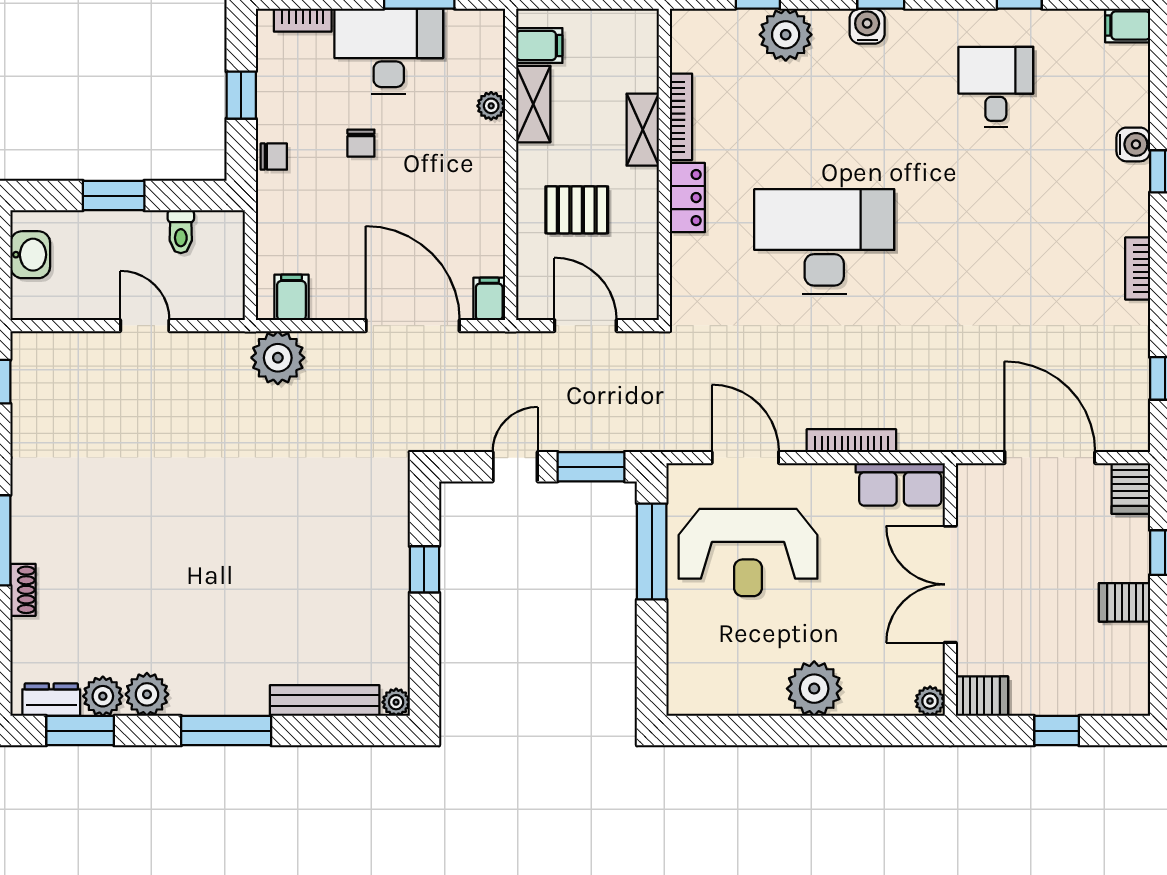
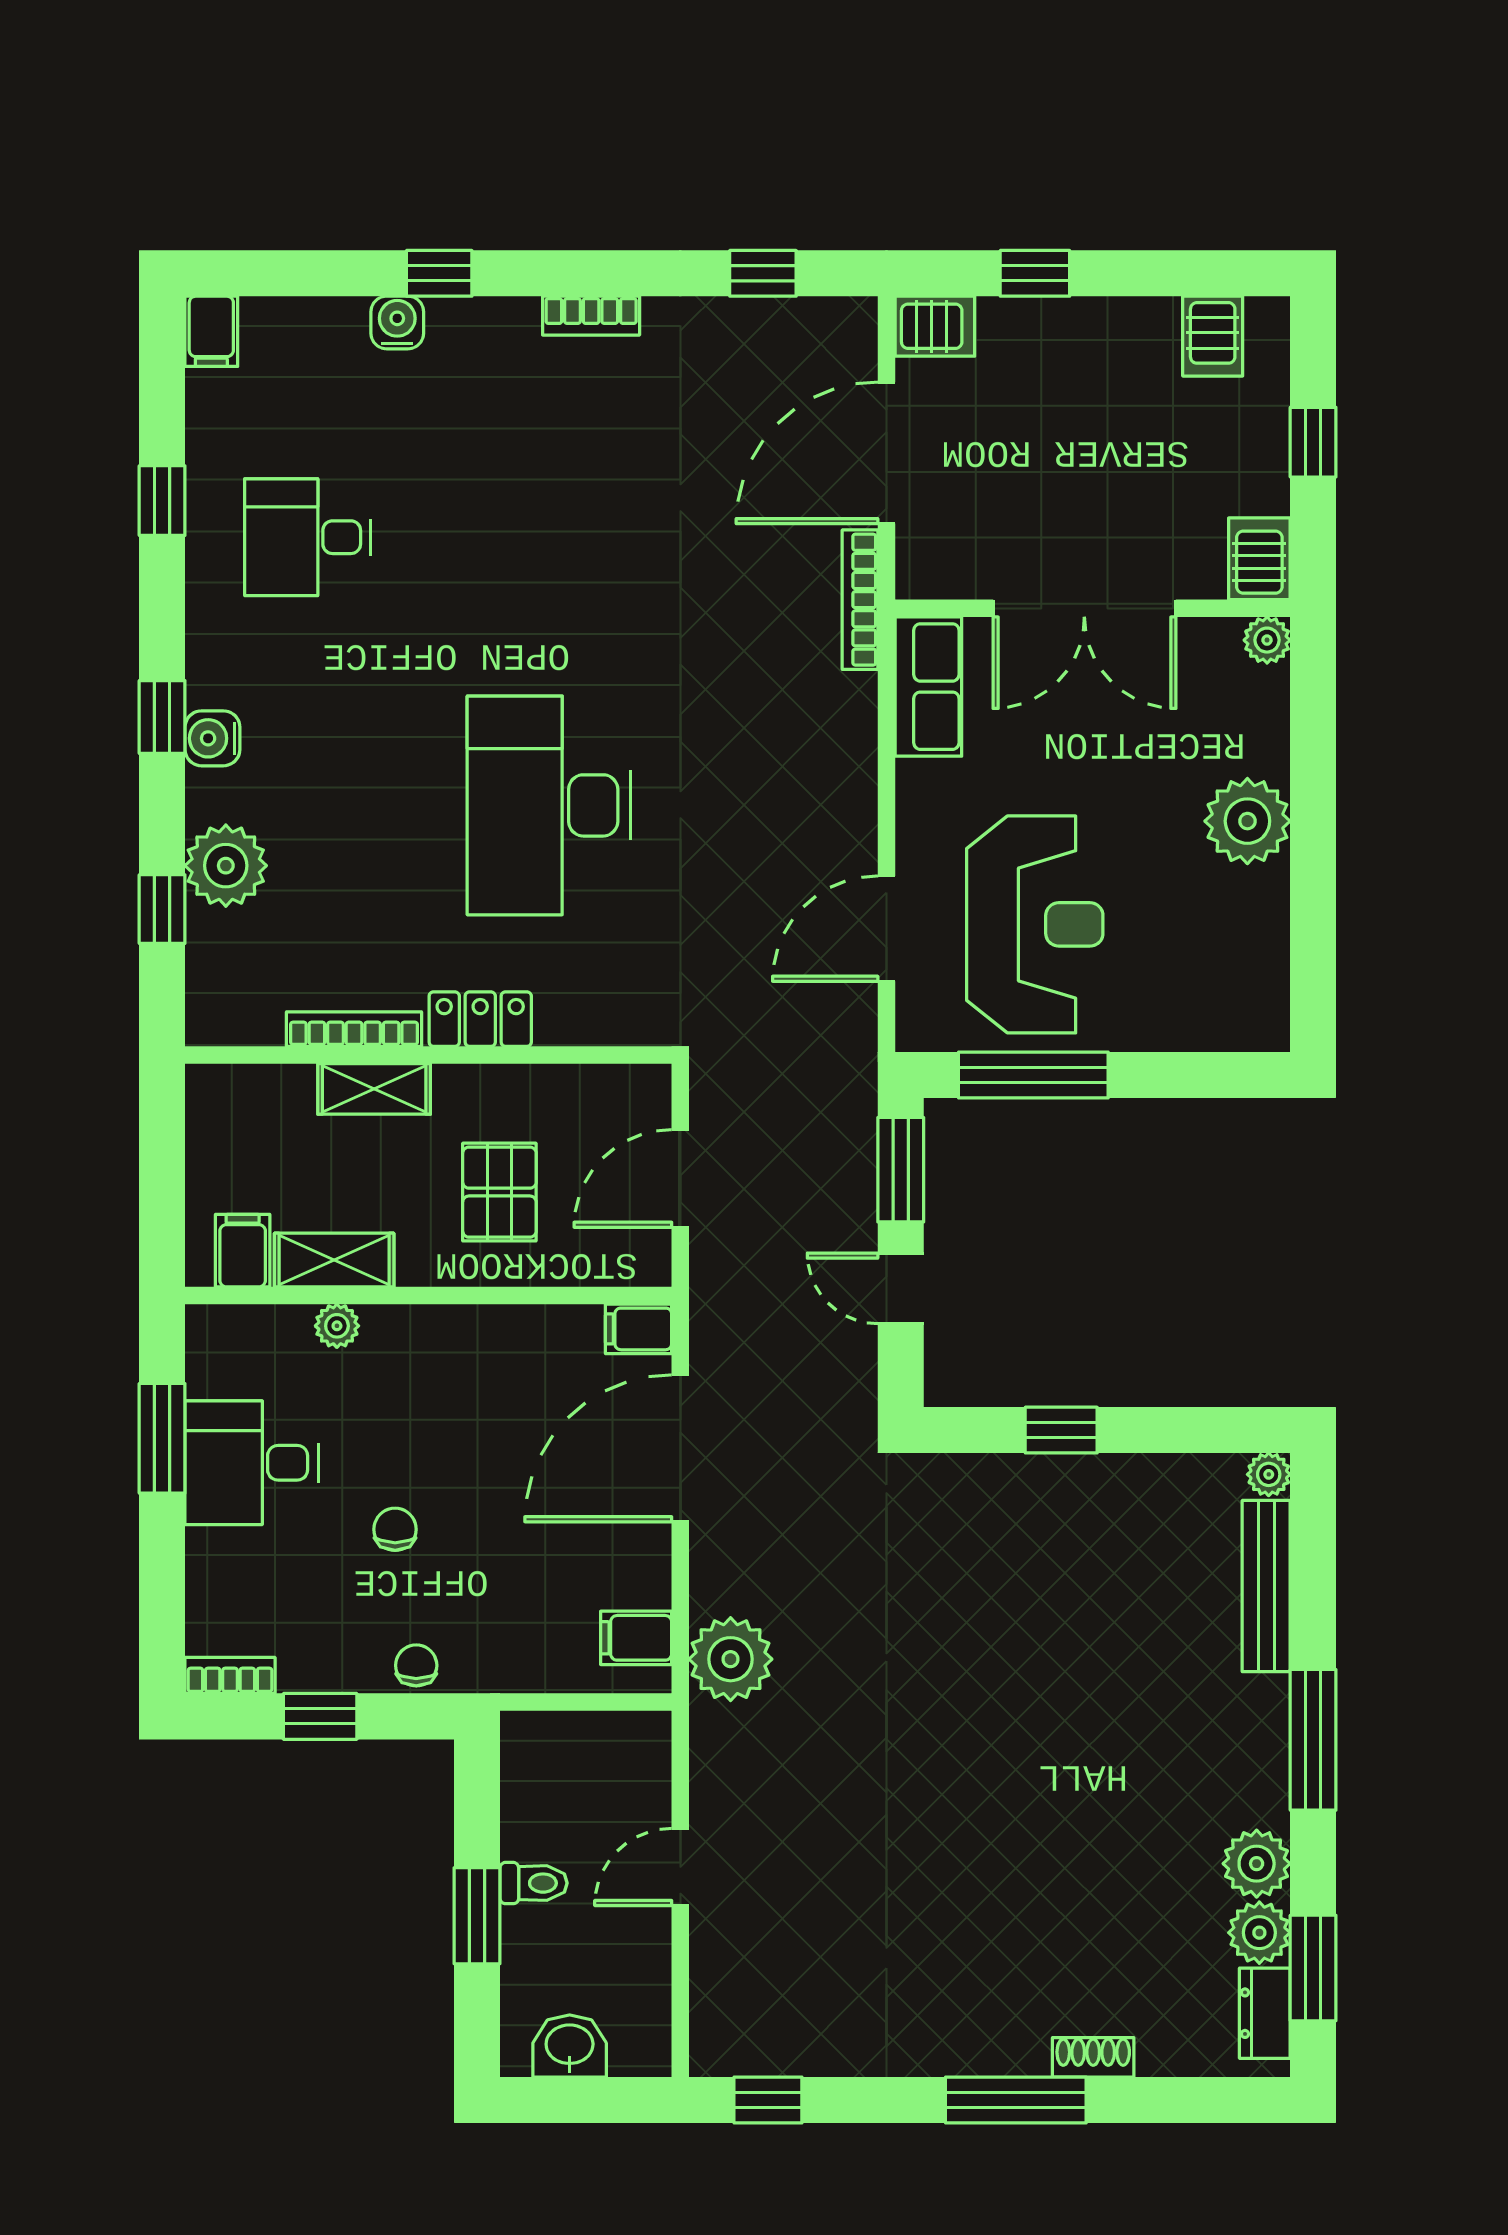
bookcase: (303, 20) -> (230, 1675), moved, turned -90
desk: (389, 51) -> (252, 1463), width x0.73
chair: (361, 143) -> (395, 1529), turned -90
toilet: (181, 232) -> (534, 1883), moved
bookcase: (851, 441) -> (860, 600), moved
server rack: (1125, 602) -> (1213, 336), moved

